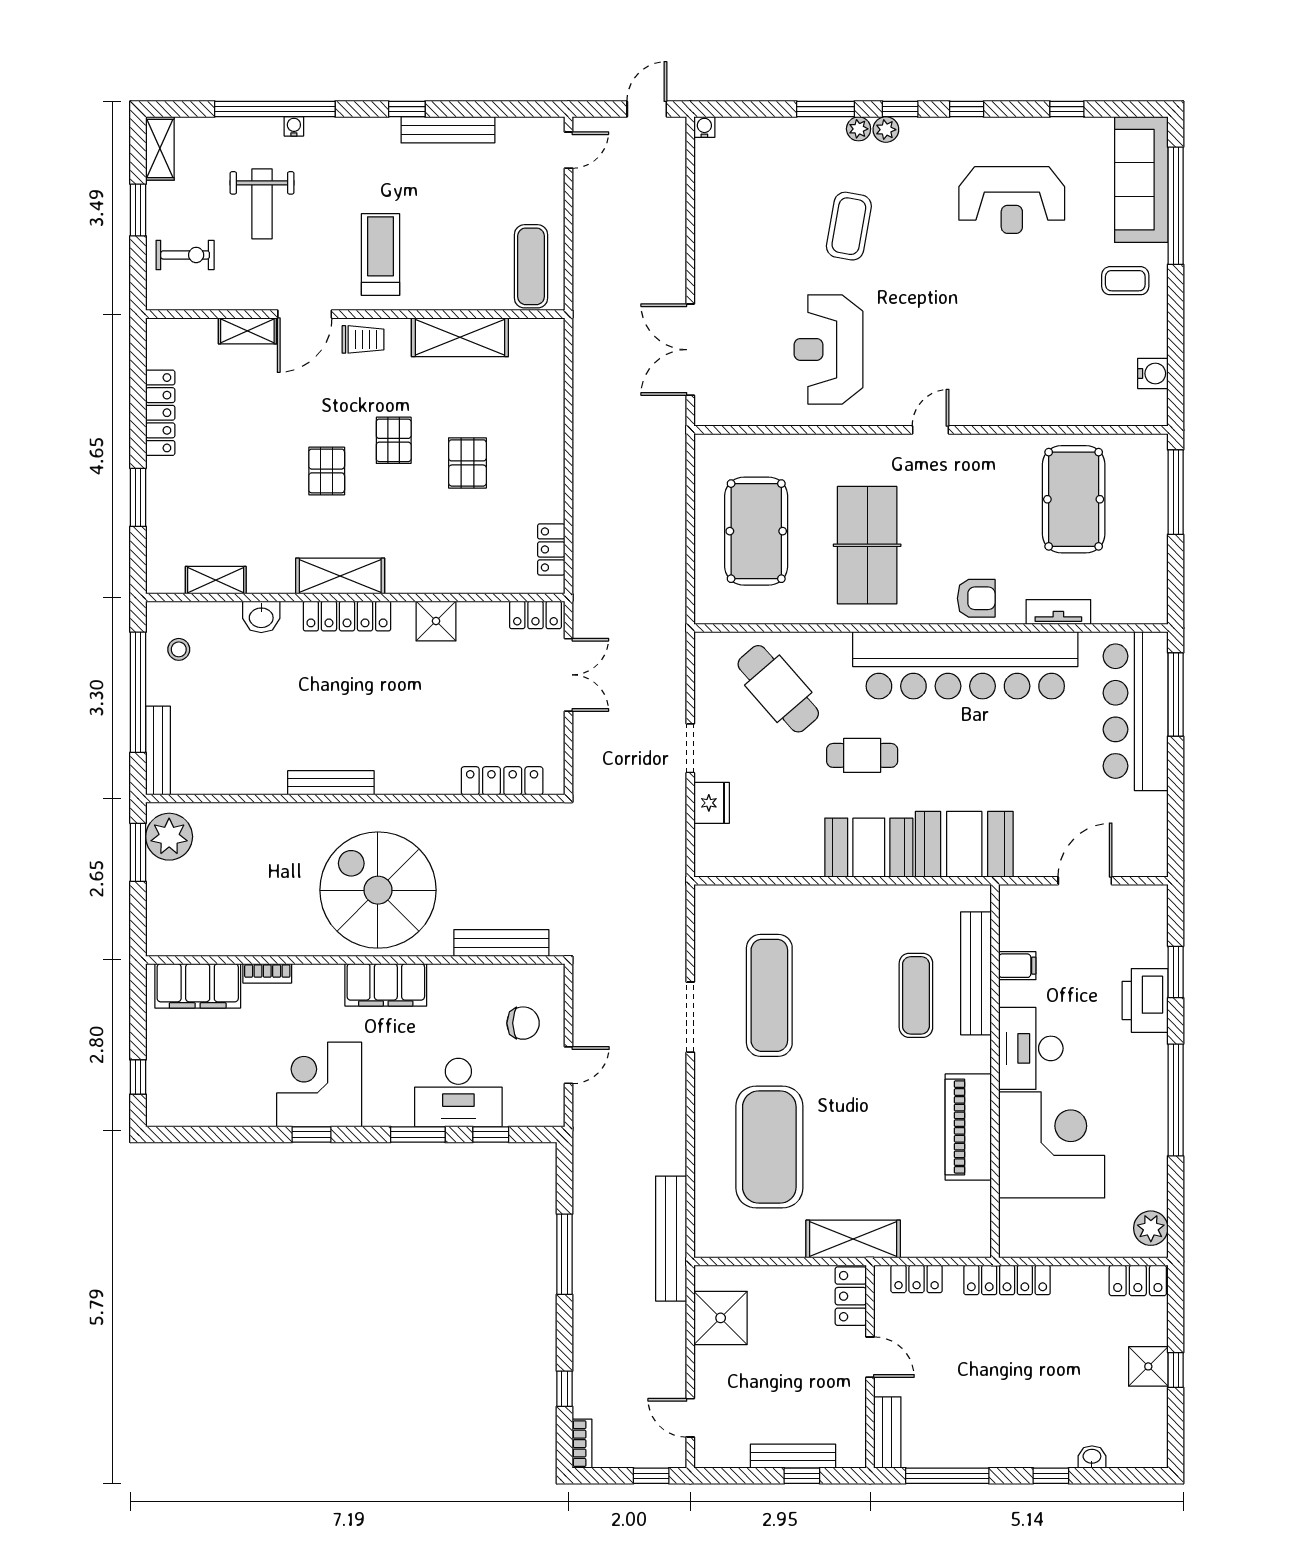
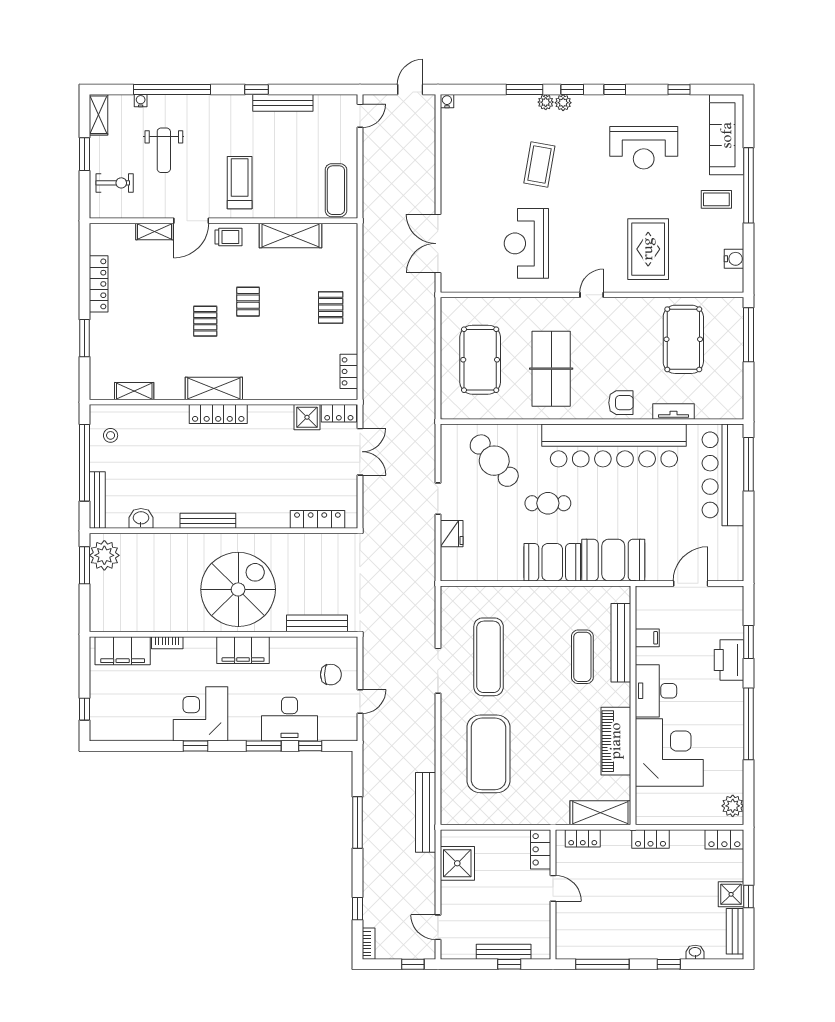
water cooler: (294, 126) -> (141, 101), moved
window: (1176, 206) -> (749, 185), moved
rug: (1019, 358) -> (648, 249), added
pallet: (467, 463) -> (331, 308), moved
washbasin: (261, 617) -> (141, 518), moved, turned 180
shower: (436, 621) -> (307, 417), moved
spiral stairs: (378, 890) -> (238, 589), turned 90
shelving: (853, 1239) -> (600, 813), moved
locker: (1007, 1280) -> (650, 839), width x0.66
bench: (887, 1432) -> (735, 931), moved

